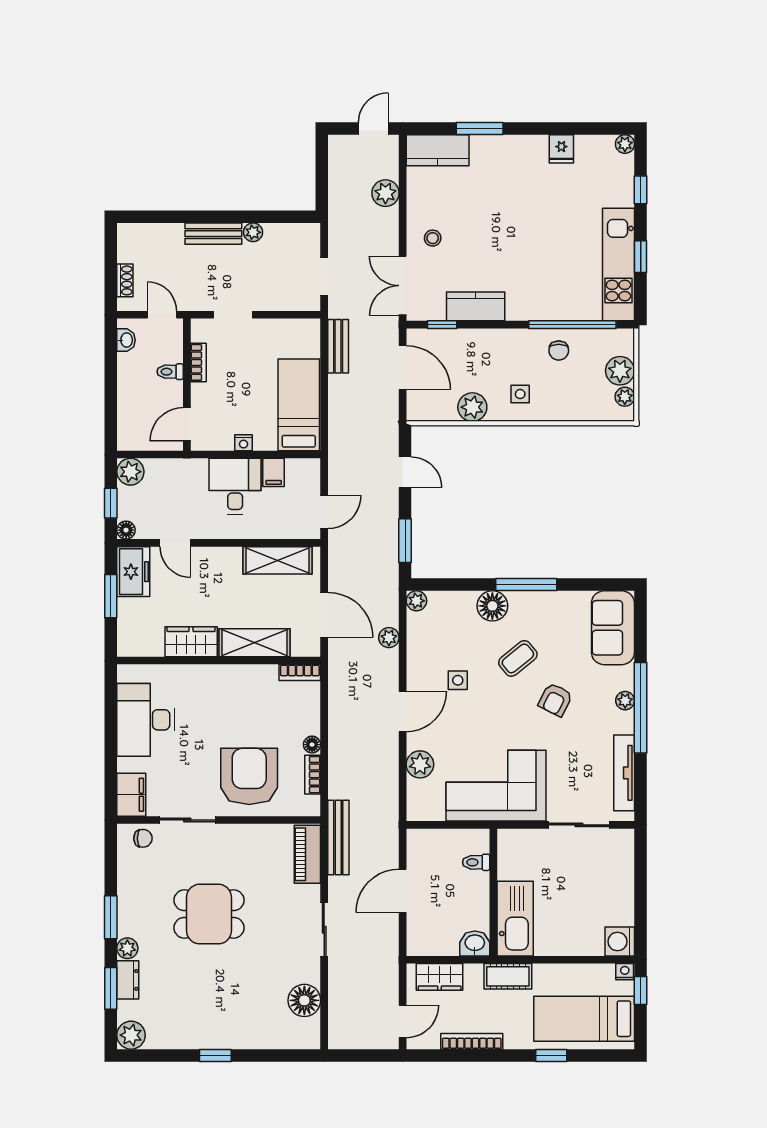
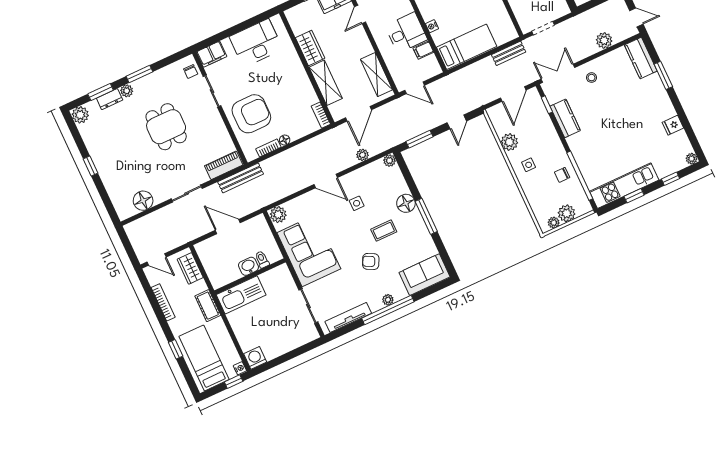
coffee table: (518, 658) -> (384, 231), turned -51
plant: (420, 764) -> (278, 215), moved
washbasin: (475, 943) -> (248, 266), moved, turned -90

